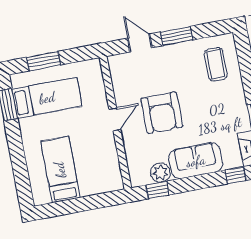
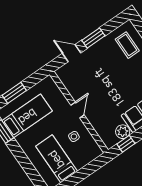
armchair: (162, 113) -> (106, 92), removed
side table: (95, 151) -> (74, 136), added

